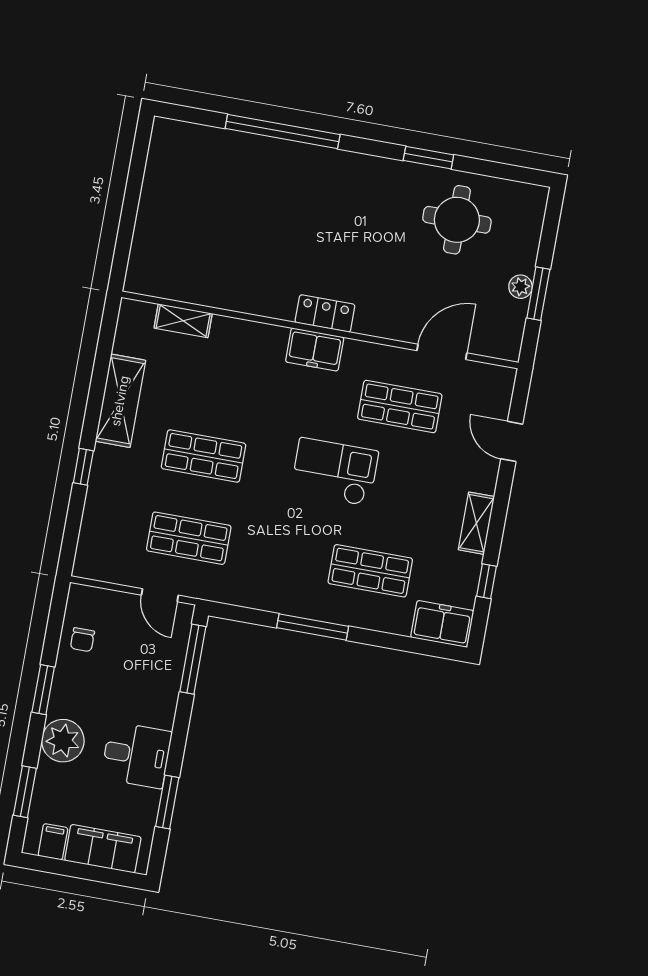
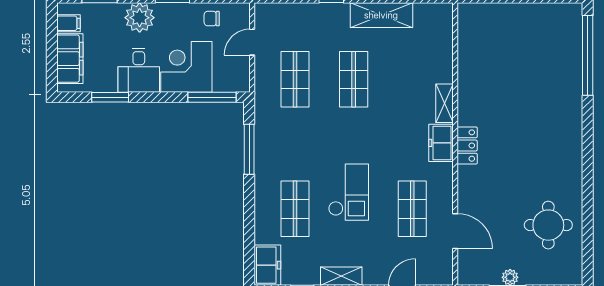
window: (283, 131) -> (588, 55), moved
window: (428, 158) -> (588, 198), removed
shelving: (183, 321) -> (445, 103), moved
checkout: (335, 472) -> (348, 192), moved
door: (160, 595) -> (252, 42), moved
window: (313, 627) -> (249, 149), moved
corner desk: (144, 687) -> (186, 67), added

